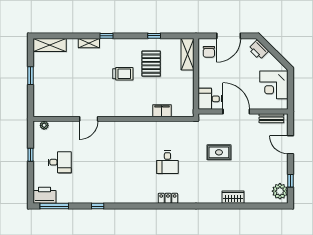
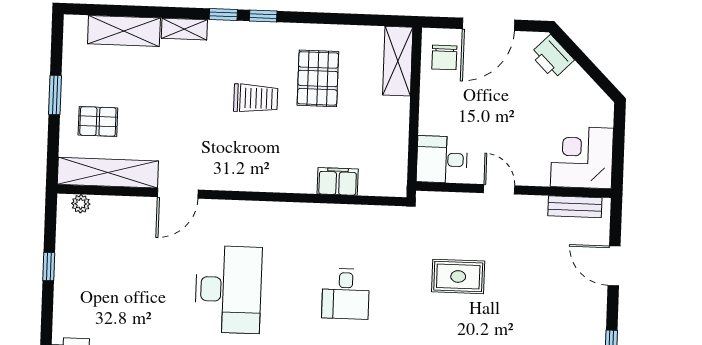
window: (154, 36) -> (263, 16), moved
shelving: (50, 45) -> (124, 31), moved
corner desk: (274, 85) -> (582, 157), moved, turned 90
pallet: (51, 87) -> (98, 121), added
shelving: (56, 110) -> (108, 173), added
door: (236, 112) -> (499, 189), width x0.53
desk: (60, 162) -> (228, 289), moved, width x1.87, depth x1.30

